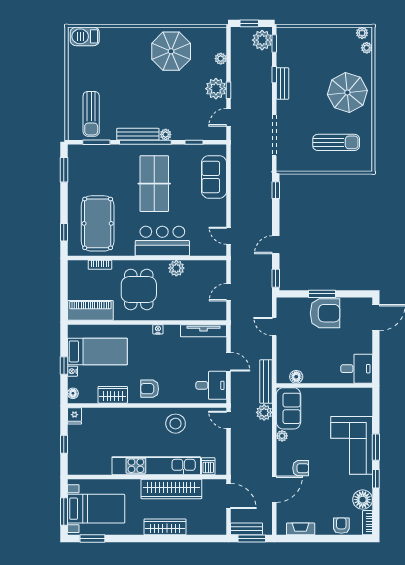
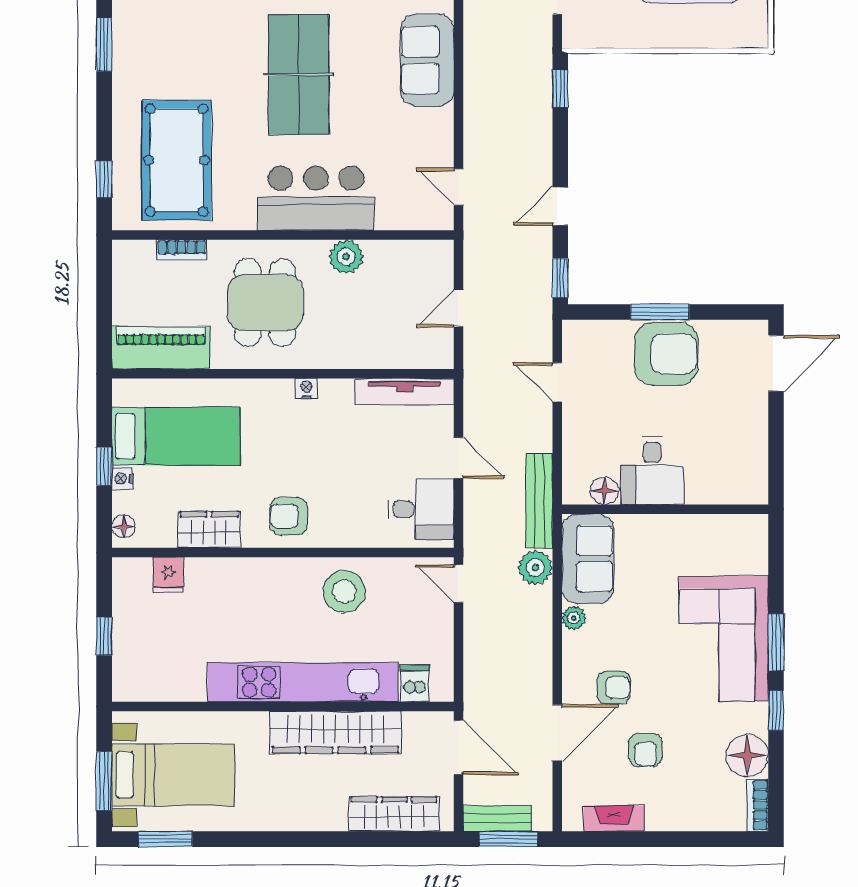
desk: (357, 369) -> (652, 471), moved, turned 90
fridge: (75, 416) -> (168, 575), moved
armchair: (341, 526) -> (646, 750), moved, turned 180
wardrobe: (165, 527) -> (394, 814), moved

